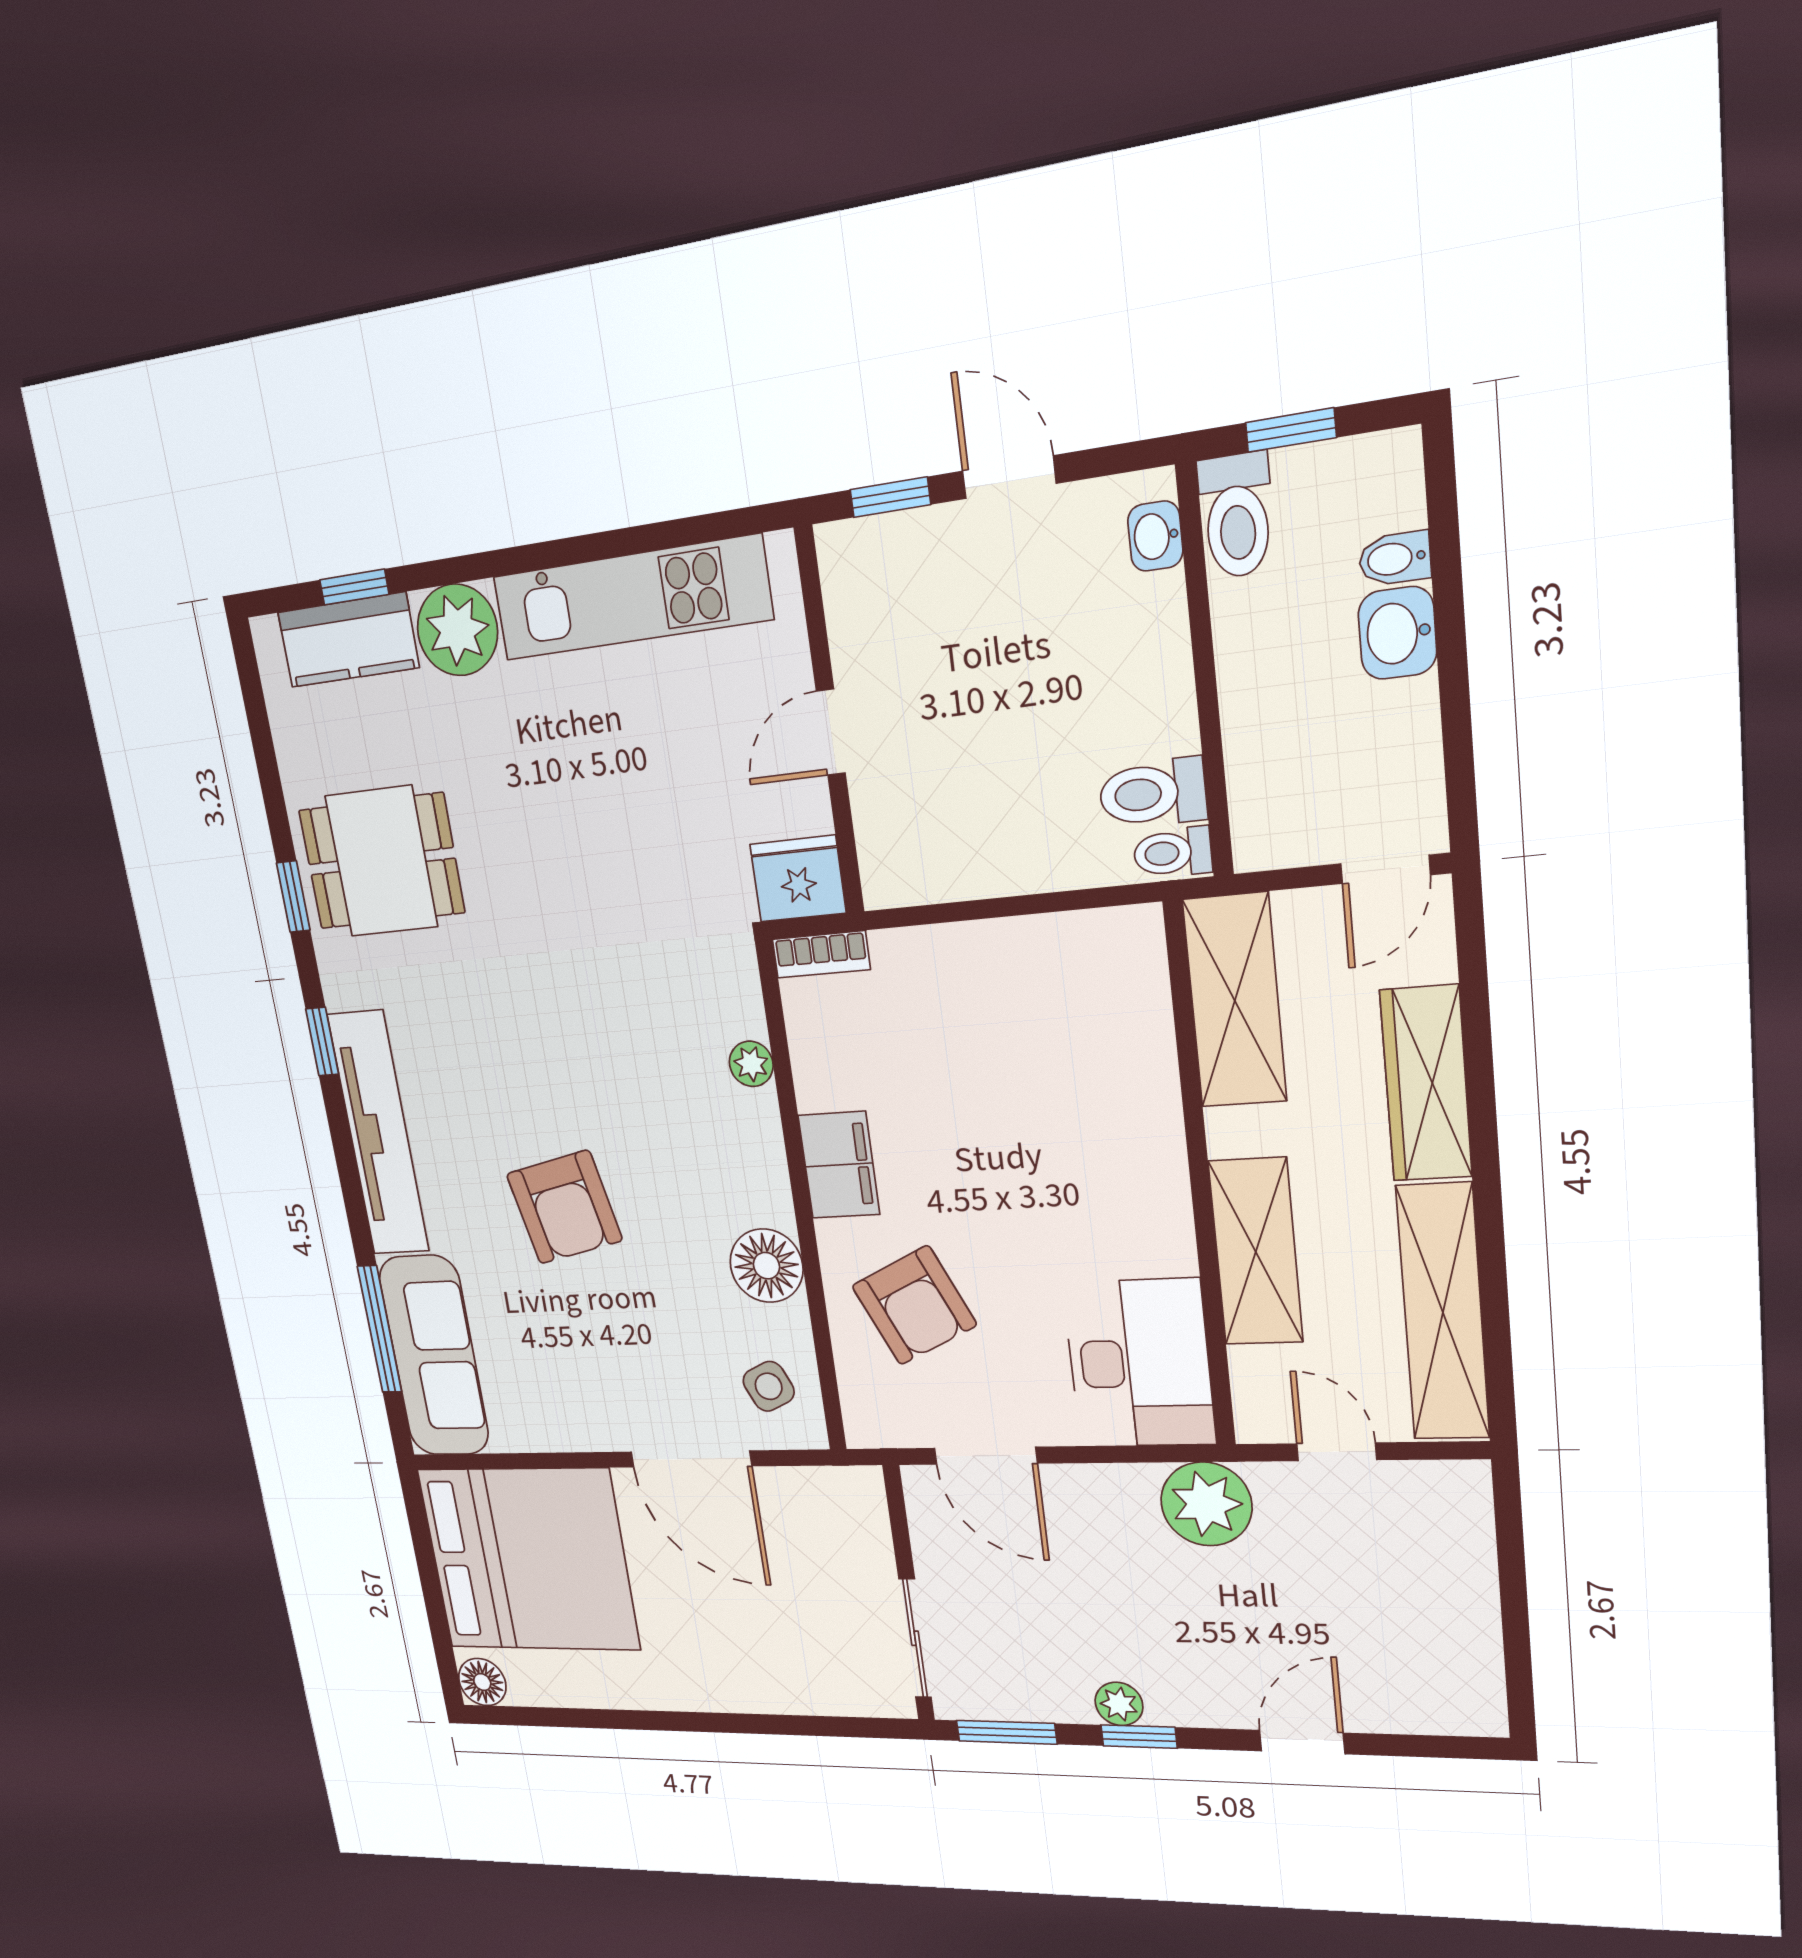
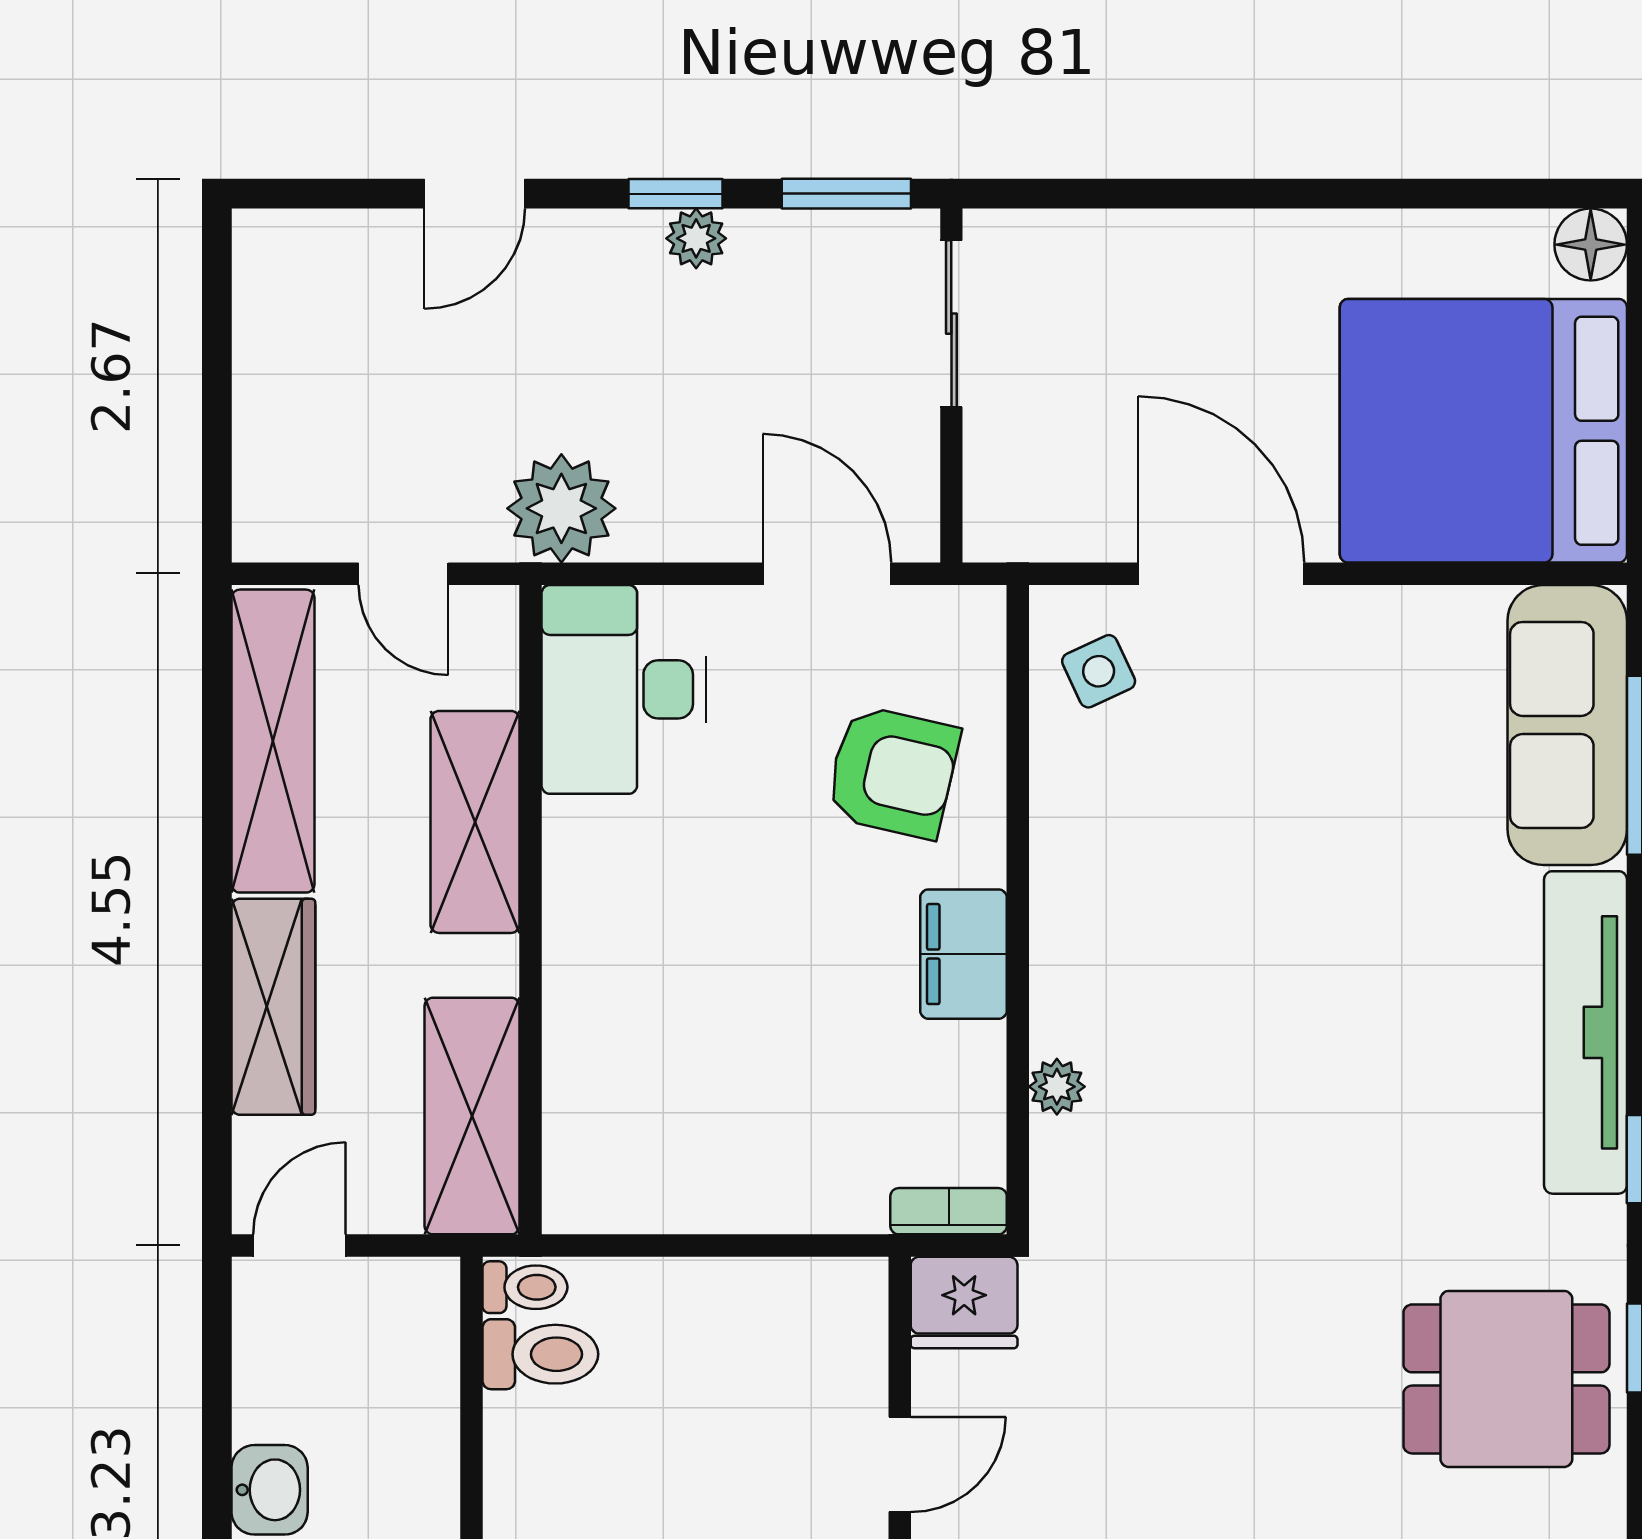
armchair: (564, 1207) -> (1339, 920), removed
floor lamp: (766, 1266) -> (1077, 831), removed
armchair: (914, 1305) -> (893, 772), turned 128

